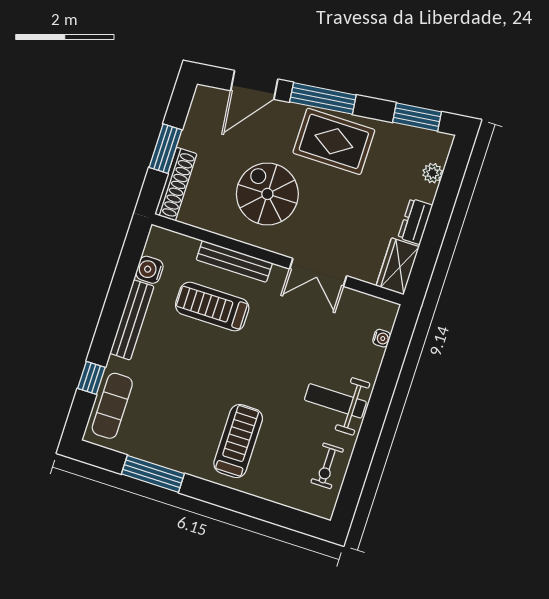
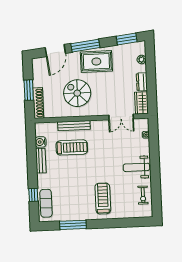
double door: (318, 272) -> (121, 117), moved
treadmill: (212, 306) -> (72, 147), turned 180
bench: (132, 320) -> (41, 161), width x0.73

